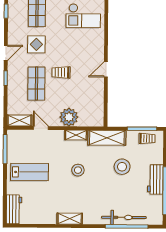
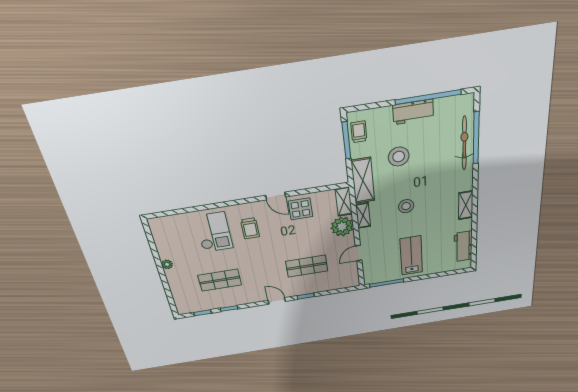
display table: (36, 44) -> (300, 209), moved
trolley: (61, 72) -> (250, 228), moved
shelving: (19, 120) -> (344, 202), moved
workbench: (14, 209) -> (463, 246), moved, turned -90

